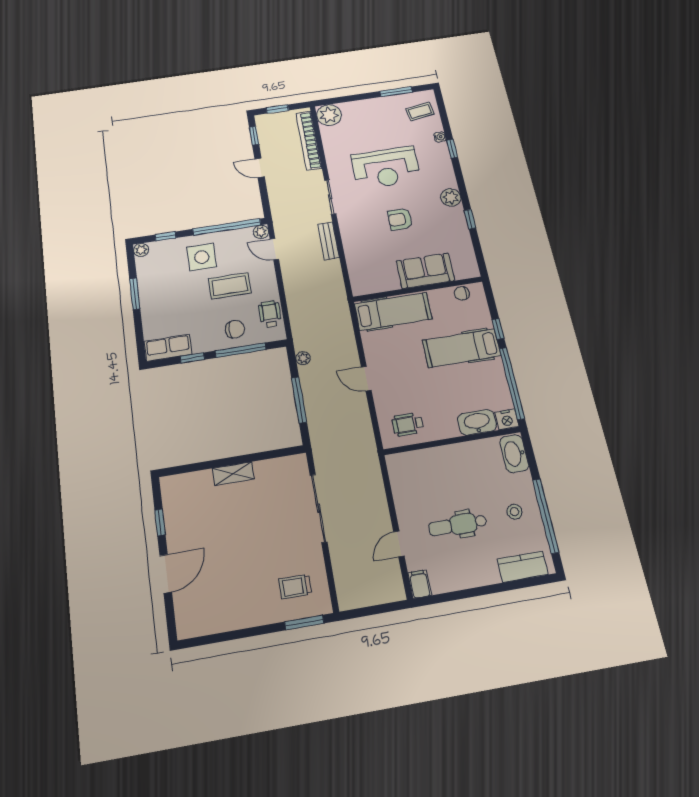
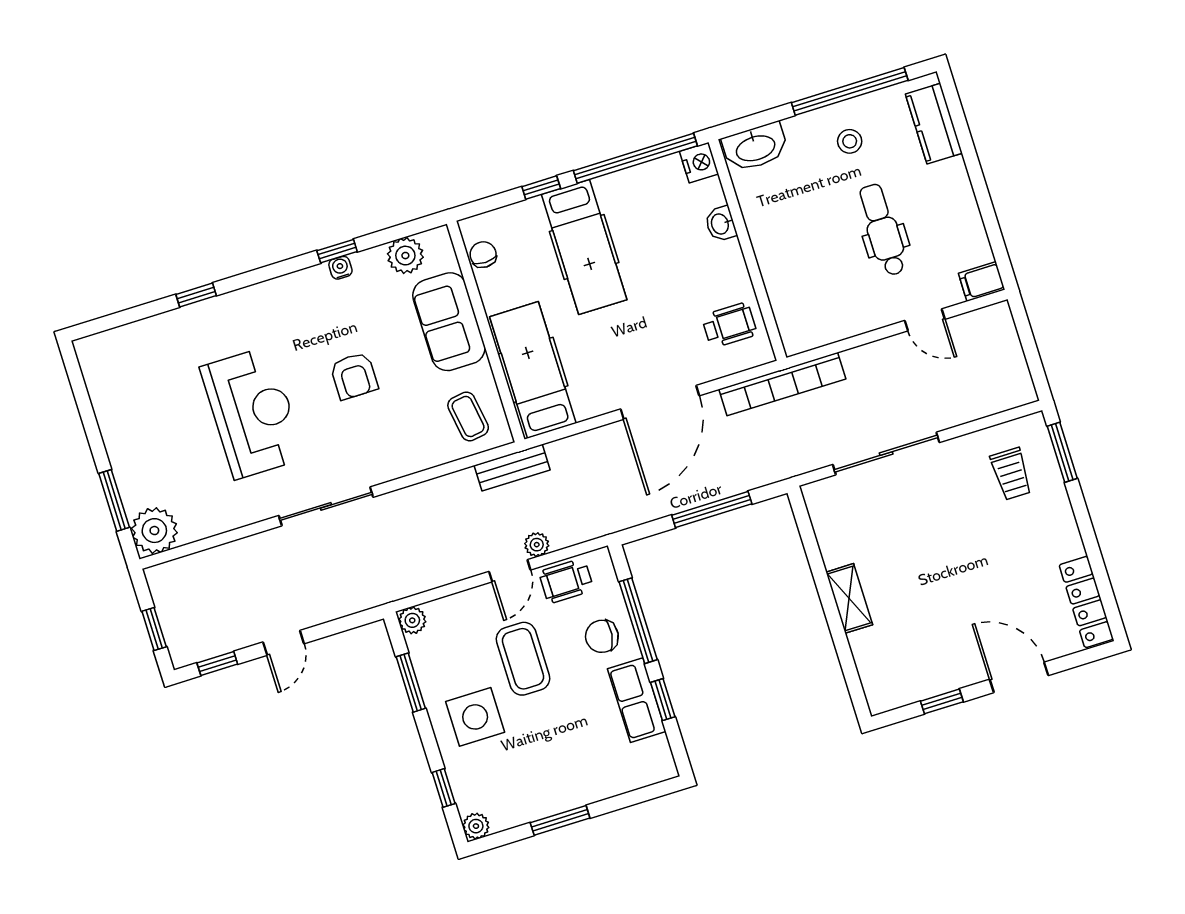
window: (396, 92) -> (114, 500), moved
coffee table: (420, 111) -> (468, 416), moved
water cooler: (440, 137) -> (340, 268), moved
bookcase: (309, 140) -> (782, 384), moved
sliding door: (330, 197) -> (326, 506), width x1.37
plant: (451, 197) -> (405, 256), moved
window: (227, 227) -> (411, 683), width x0.47
bench: (328, 241) -> (512, 468), moved
door: (274, 249) -> (510, 571), moved
chair: (462, 293) -> (483, 255), turned 180
chair: (235, 329) -> (602, 636), turned -83
row of seats: (168, 348) -> (637, 700), moved
plant: (303, 358) -> (537, 545), moved
door: (366, 379) -> (660, 402), width x1.88
washbasin: (477, 422) -> (721, 224), width x0.52, depth x0.69
wheelchair: (408, 424) -> (729, 325), turned -90
dental chair: (458, 525) -> (883, 230), turned 180
locker: (206, 625) -> (1086, 602), added

